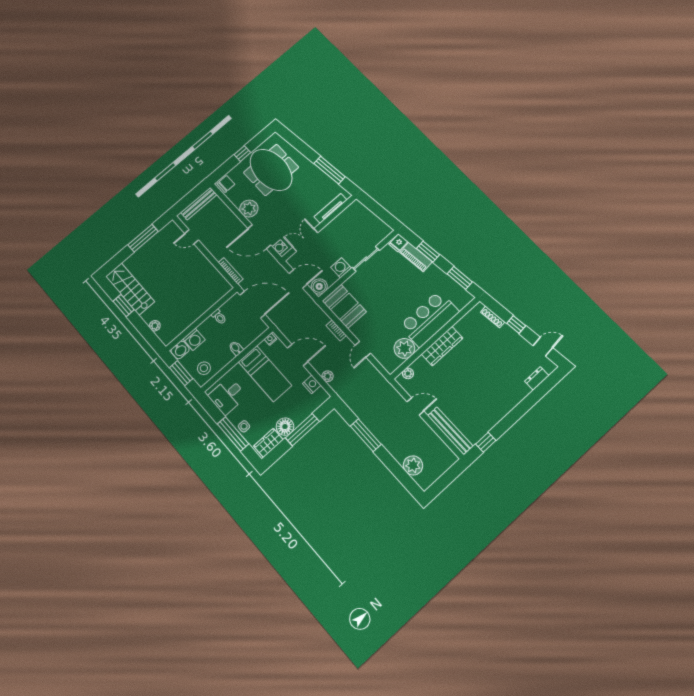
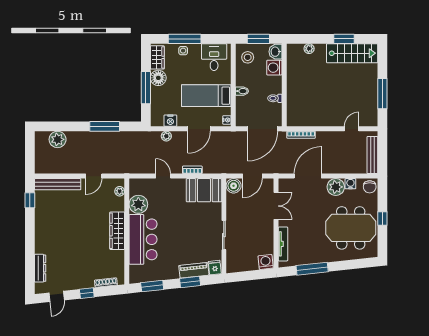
water cooler: (280, 247) -> (350, 184), moved
washing machine: (341, 268) -> (266, 262), moved, turned -96
dresser: (537, 378) -> (40, 268), width x1.44

